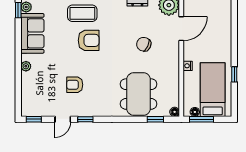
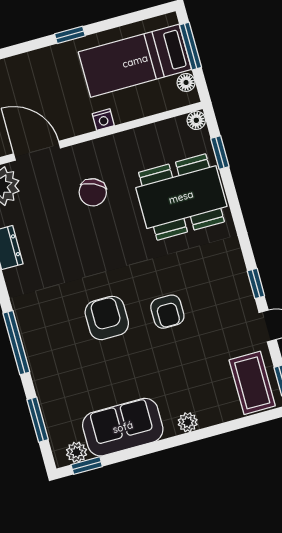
coffee table: (82, 13) -> (252, 383), moved
chair: (144, 44) -> (93, 192), moved
window: (234, 74) -> (70, 35), moved
armchair: (75, 85) -> (167, 312), moved
window: (201, 119) -> (191, 46), moved

